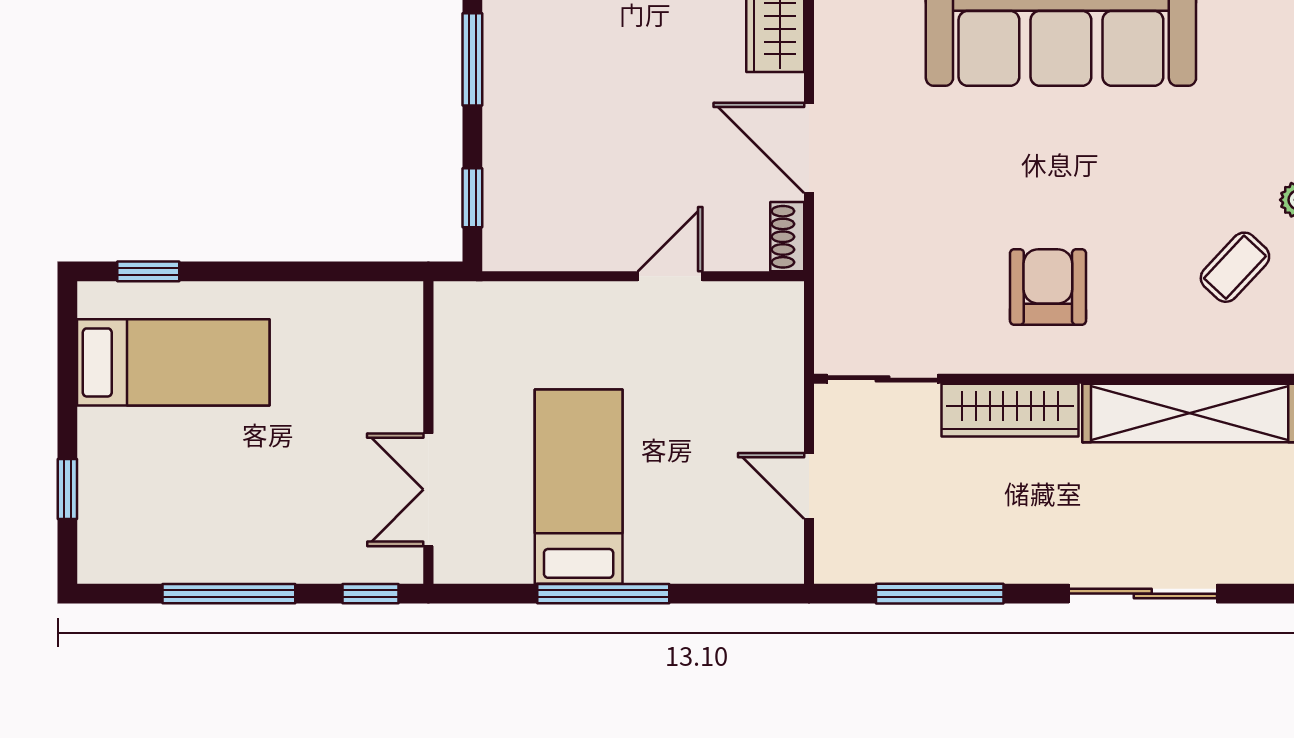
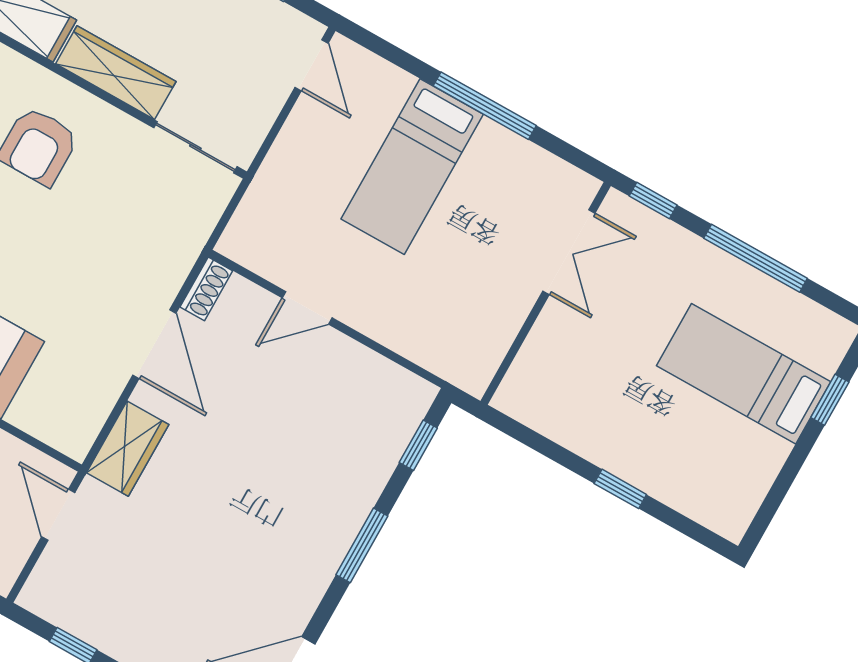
window: (148, 271) -> (620, 489), moved
bed: (173, 362) -> (744, 374), moved
door: (809, 486) -> (312, 65), moved
bed: (579, 487) -> (412, 167), moved

